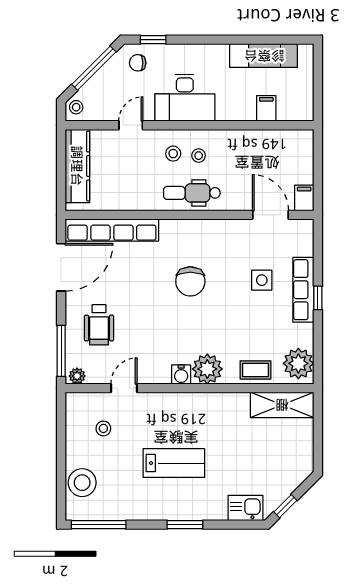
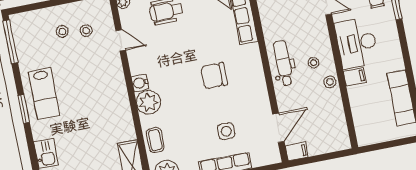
filing cabinet: (266, 108) -> (355, 77), moved
stool: (173, 154) -> (330, 82), moved
lab bench: (174, 463) -> (44, 94), moved
stool: (82, 483) -> (62, 31), moved, width x0.53, depth x0.53

